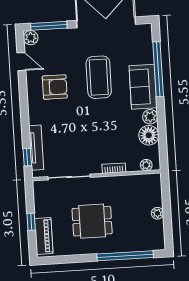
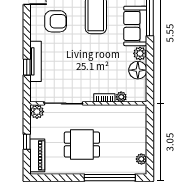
tv unit: (36, 148) -> (36, 61), moved
window: (27, 157) -> (27, 67), moved
plant: (146, 165) -> (121, 97), moved
plant: (40, 188) -> (37, 112), added
plant: (157, 213) -> (141, 159), moved

